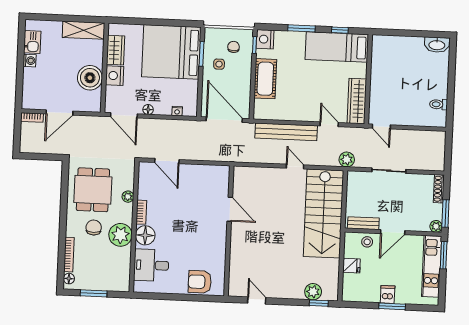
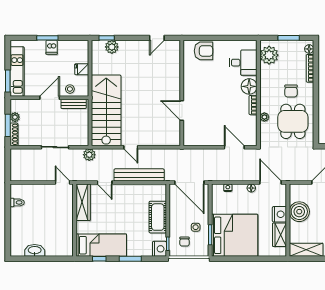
washbasin: (437, 45) -> (35, 250), moved
window: (445, 213) -> (8, 125), moved
plant: (436, 226) -> (15, 117), moved
plant: (120, 235) -> (269, 55), moved
door: (257, 300) -> (157, 38), hinge flipped

